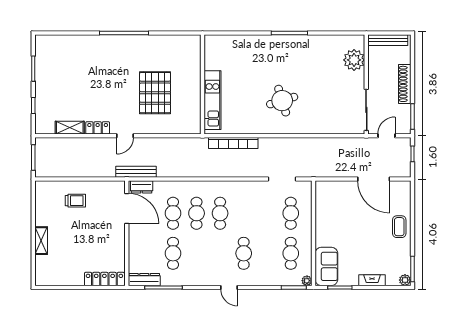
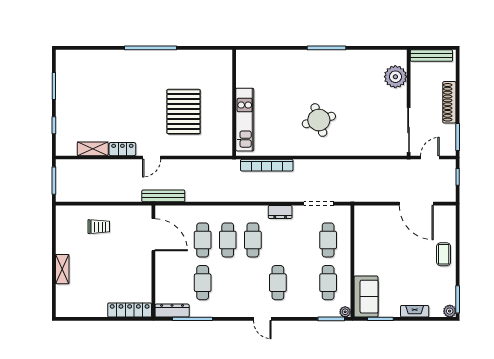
dresser: (142, 187) -> (280, 212), moved

